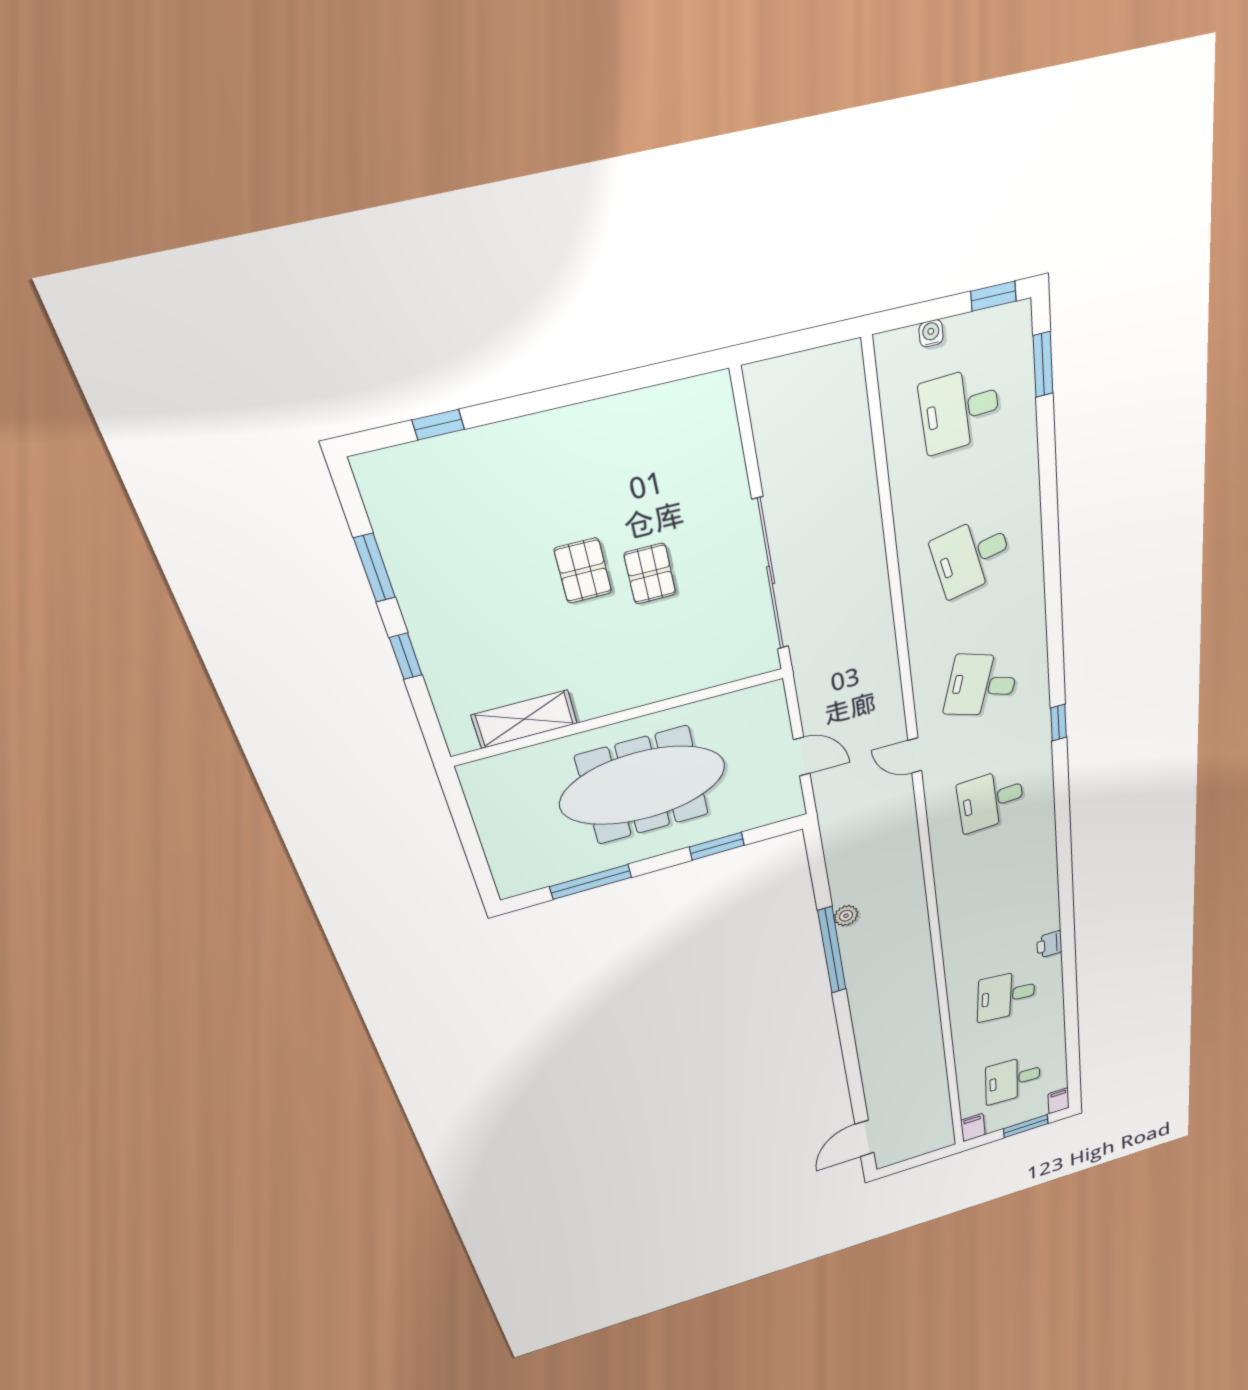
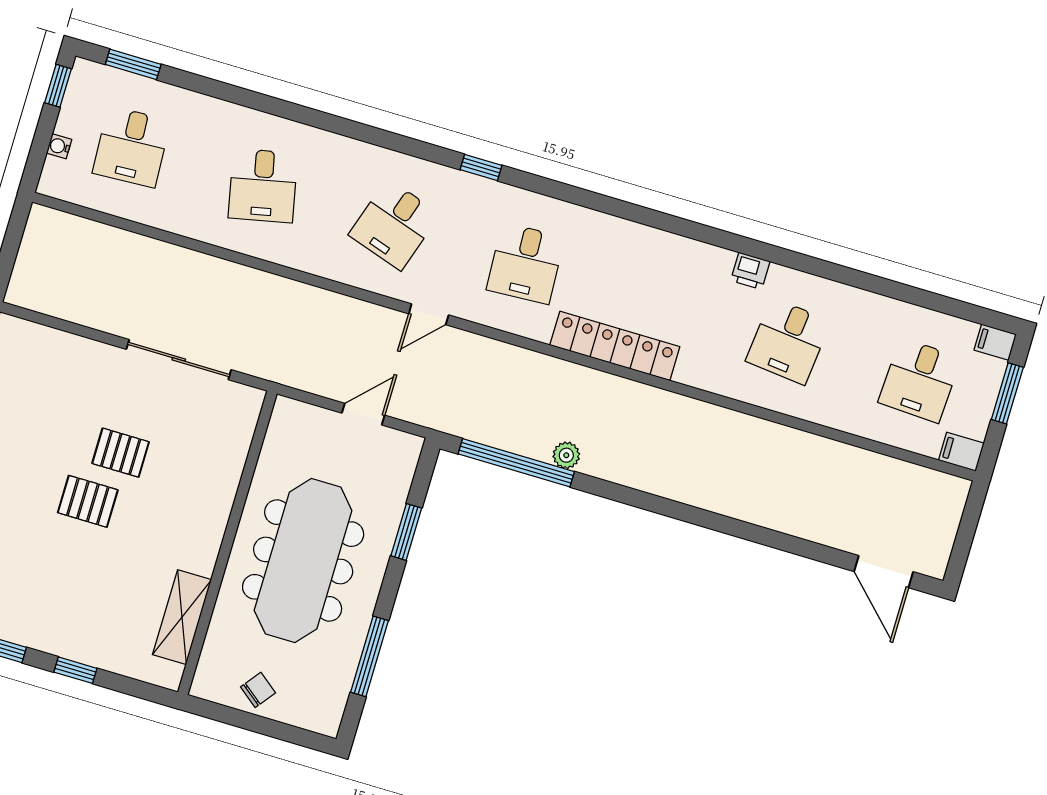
sliding door: (771, 575) -> (179, 360), width x0.73
chair: (500, 818) -> (258, 690), added
locker: (951, 896) -> (615, 346), added
window: (832, 950) -> (516, 463), moved

